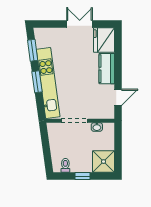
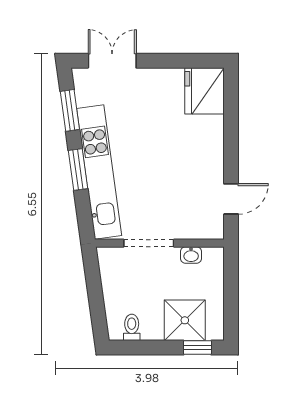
double door: (80, 24) -> (112, 61), moved
kitchen counter: (107, 69) -> (210, 145), removed
shower: (104, 162) -> (185, 320), moved
window: (83, 176) -> (197, 348), moved

